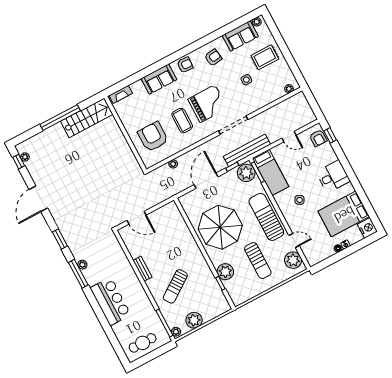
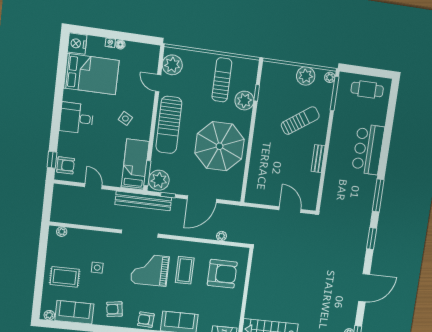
armchair: (153, 137) -> (222, 274), turned -90
armchair: (318, 138) -> (66, 165), turned 90
sun lounger: (258, 261) -> (222, 80), moved
plant: (82, 265) -> (369, 201), removed

